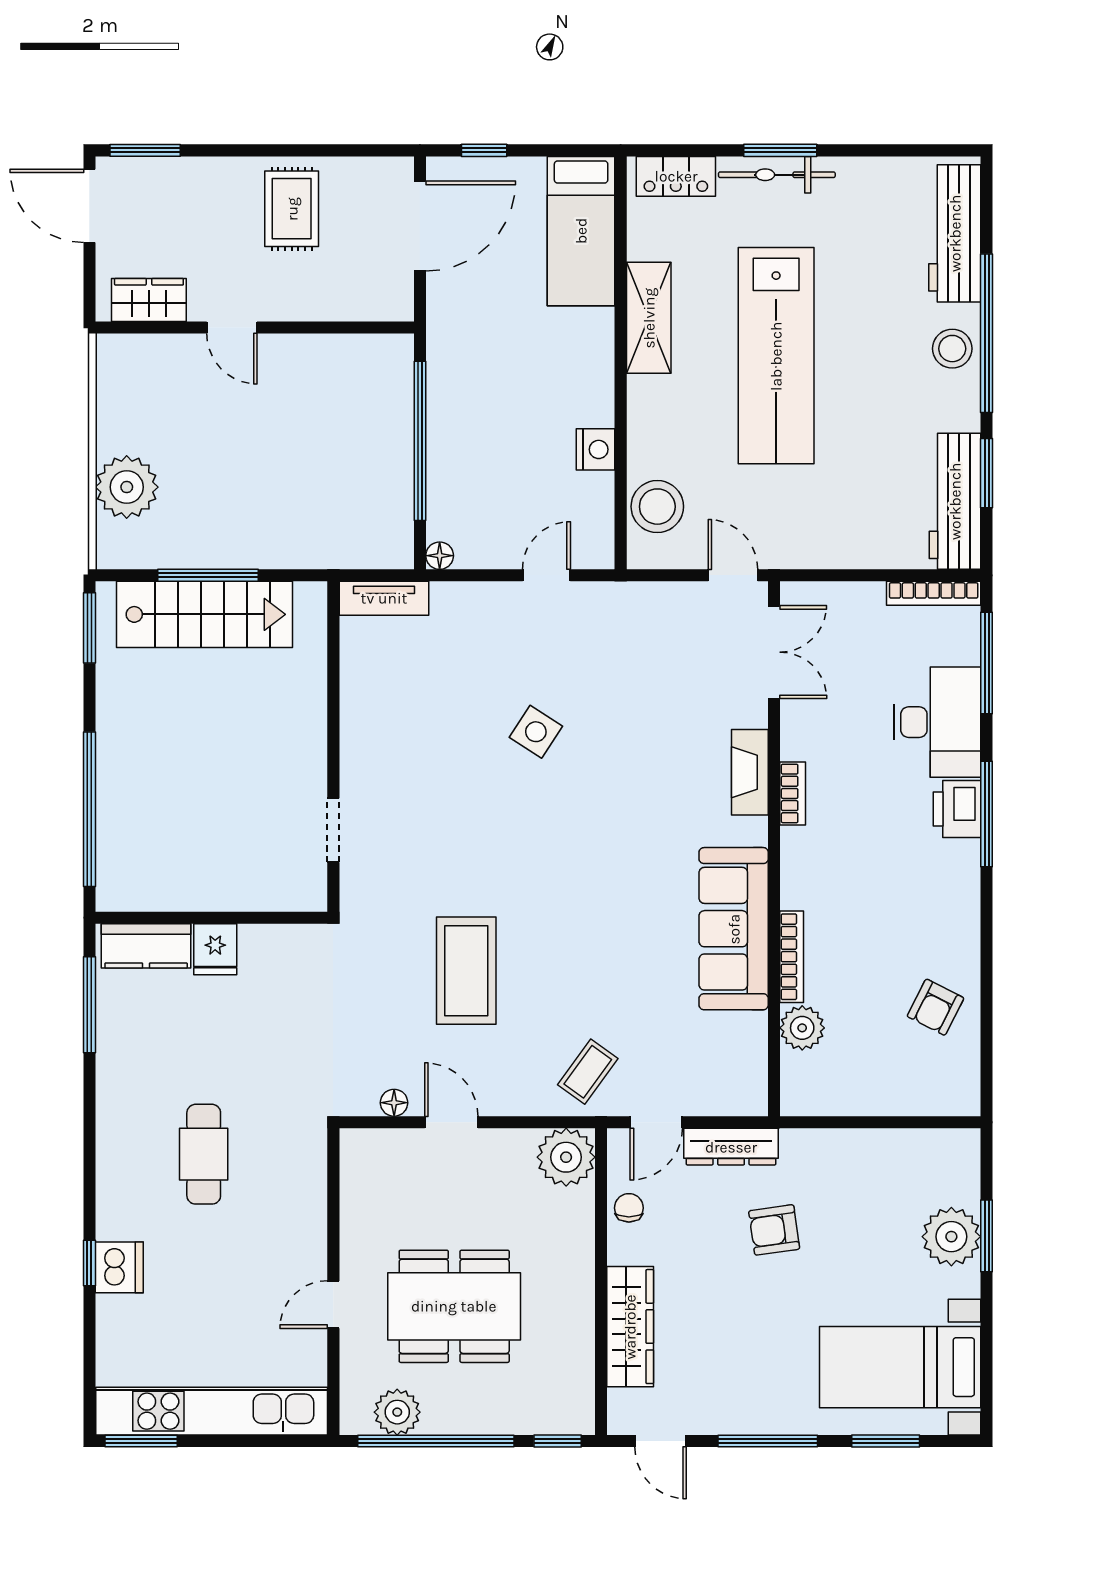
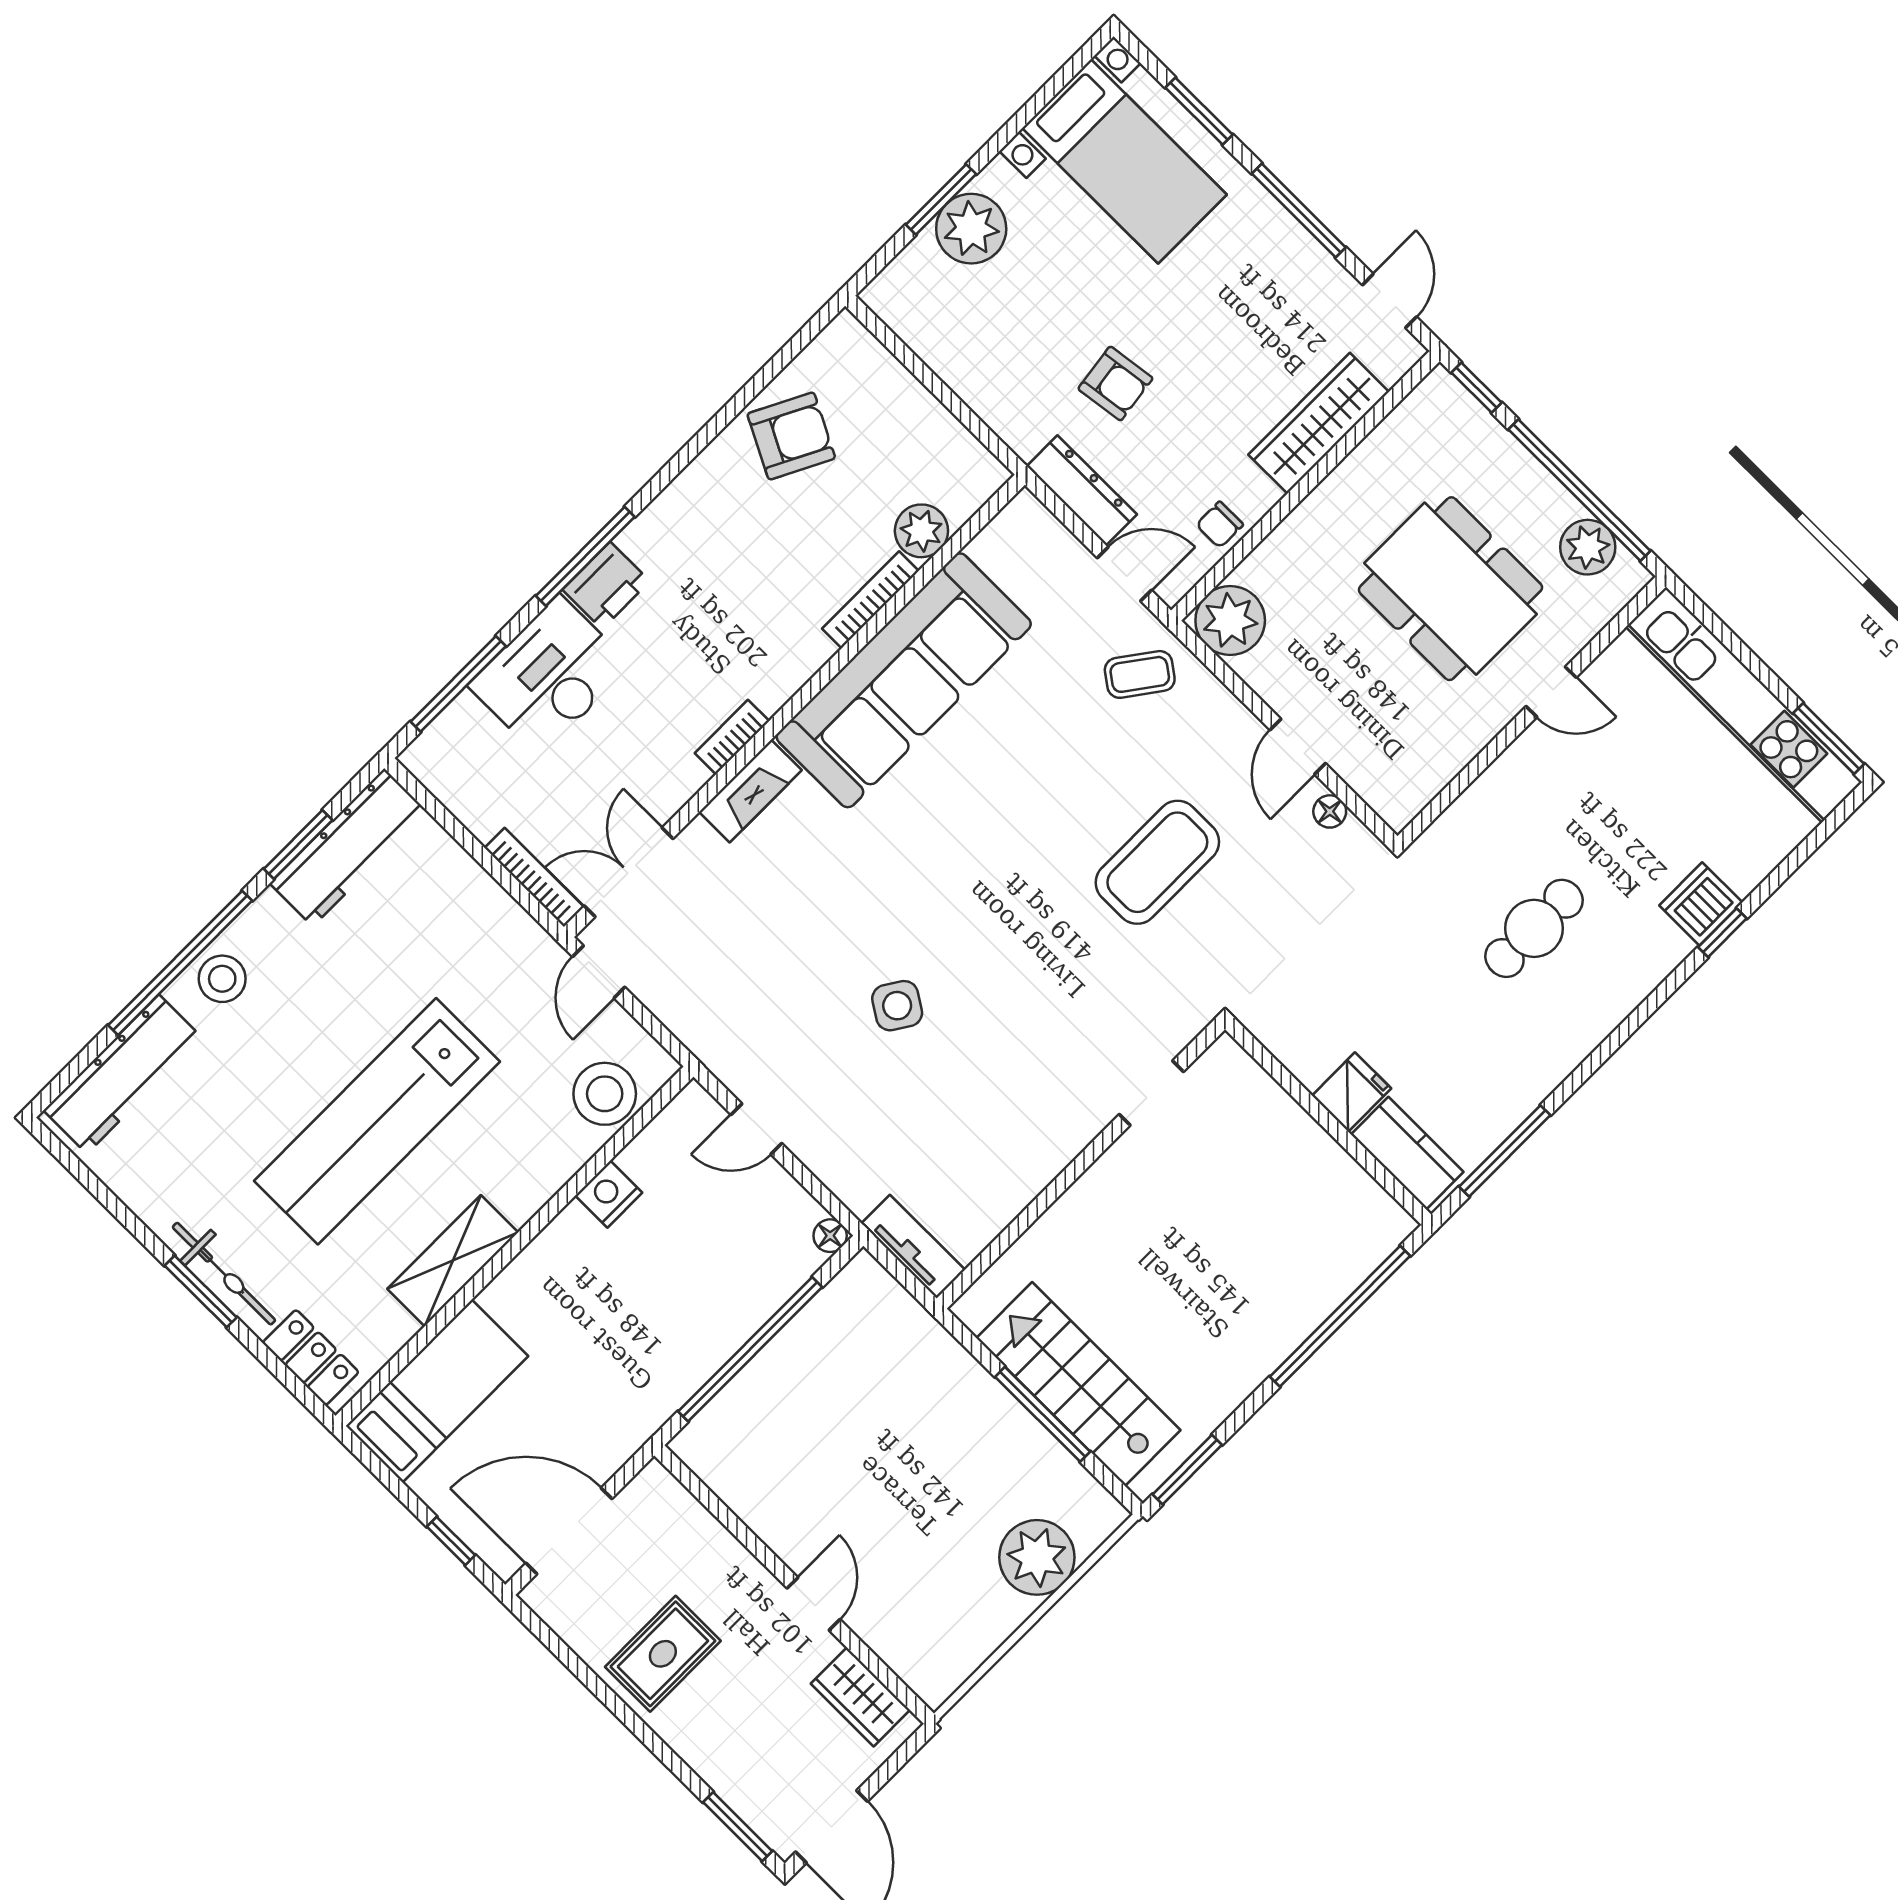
lab bench: (776, 356) -> (377, 1121), turned 180
bookcase: (934, 593) -> (534, 877), moved
sofa: (734, 929) -> (904, 680), width x1.36, depth x1.27
armchair: (936, 1007) -> (791, 436), width x1.38, depth x1.38

